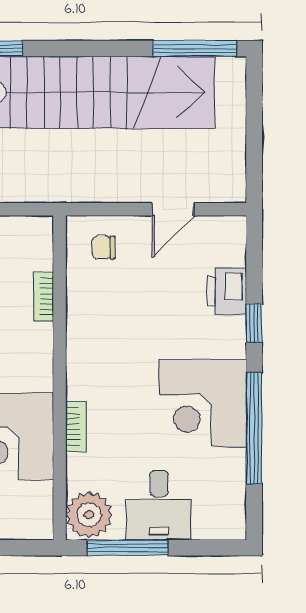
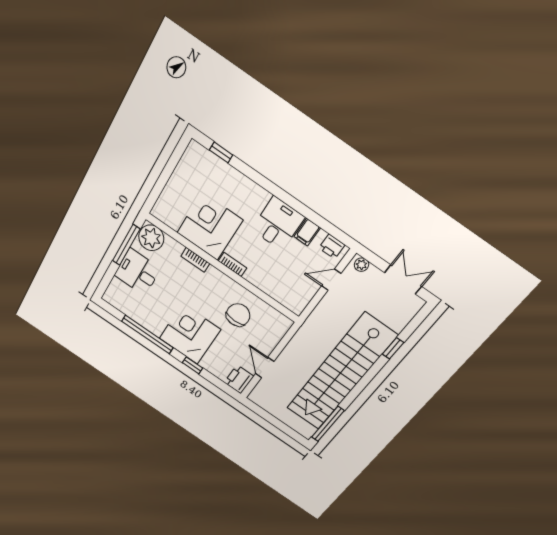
chair: (104, 248) -> (238, 315), moved, width x1.87, depth x1.87
printer: (227, 291) -> (239, 379), moved, turned -90
bookcase: (44, 297) -> (232, 264), moved
corner desk: (203, 403) -> (190, 334), moved

